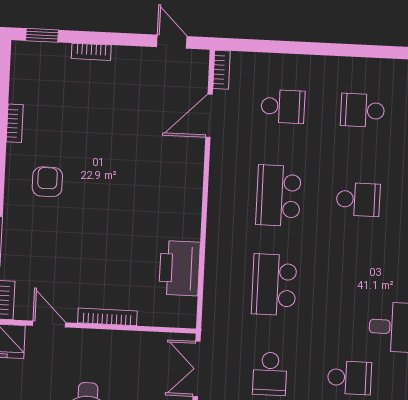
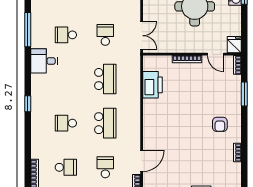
school desk: (283, 106) -> (105, 167), turned 90

